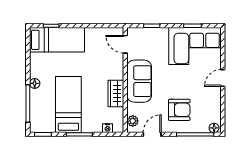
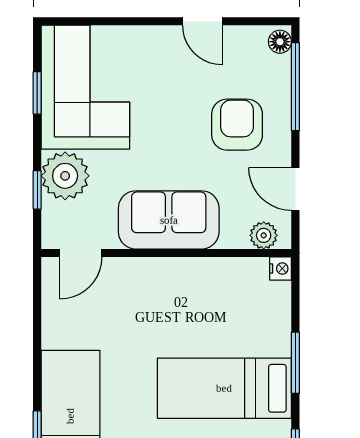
plant: (158, 38) -> (65, 176), added
door: (223, 78) -> (202, 21), moved
wardrobe: (116, 93) -> (198, 275), removed
nightstand: (108, 128) -> (281, 269), moved

